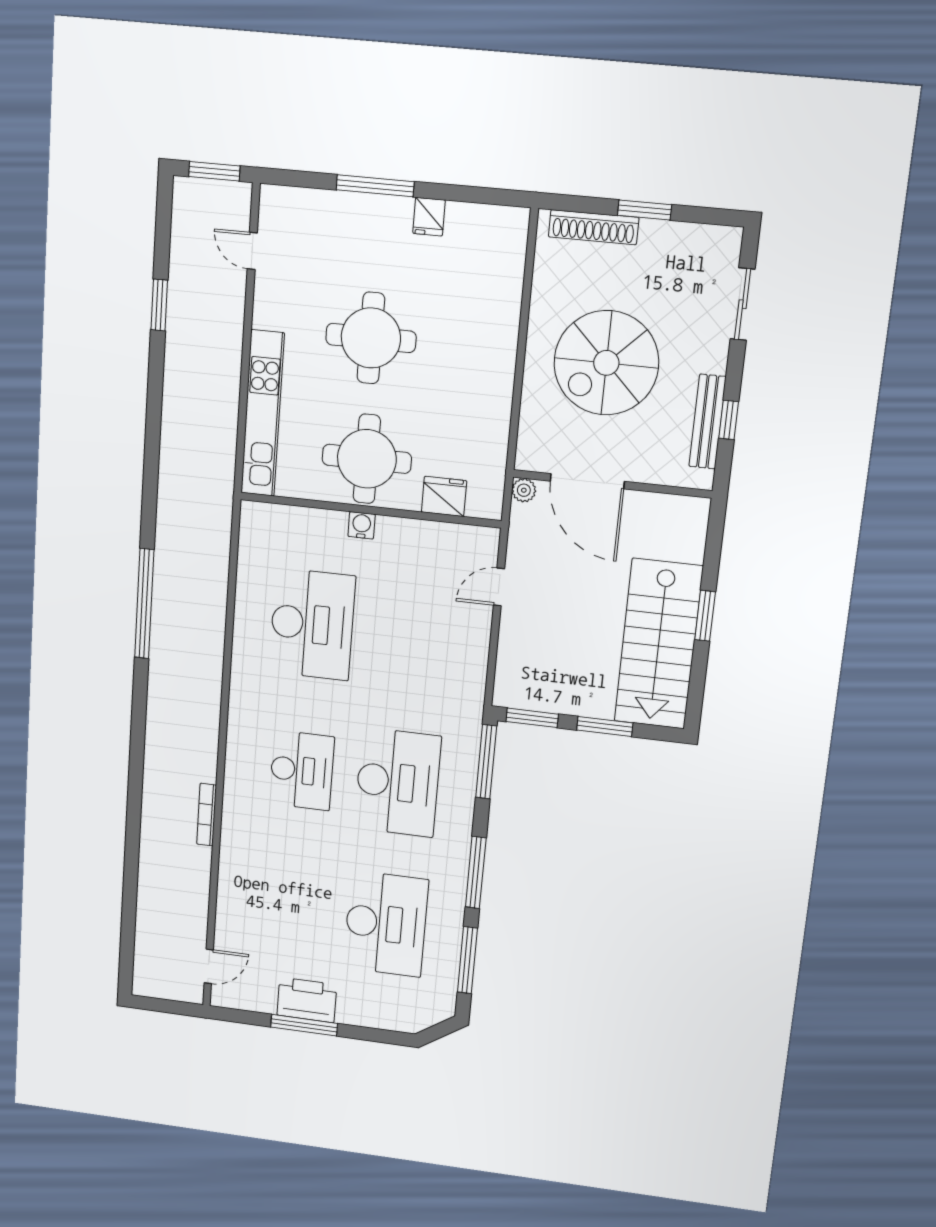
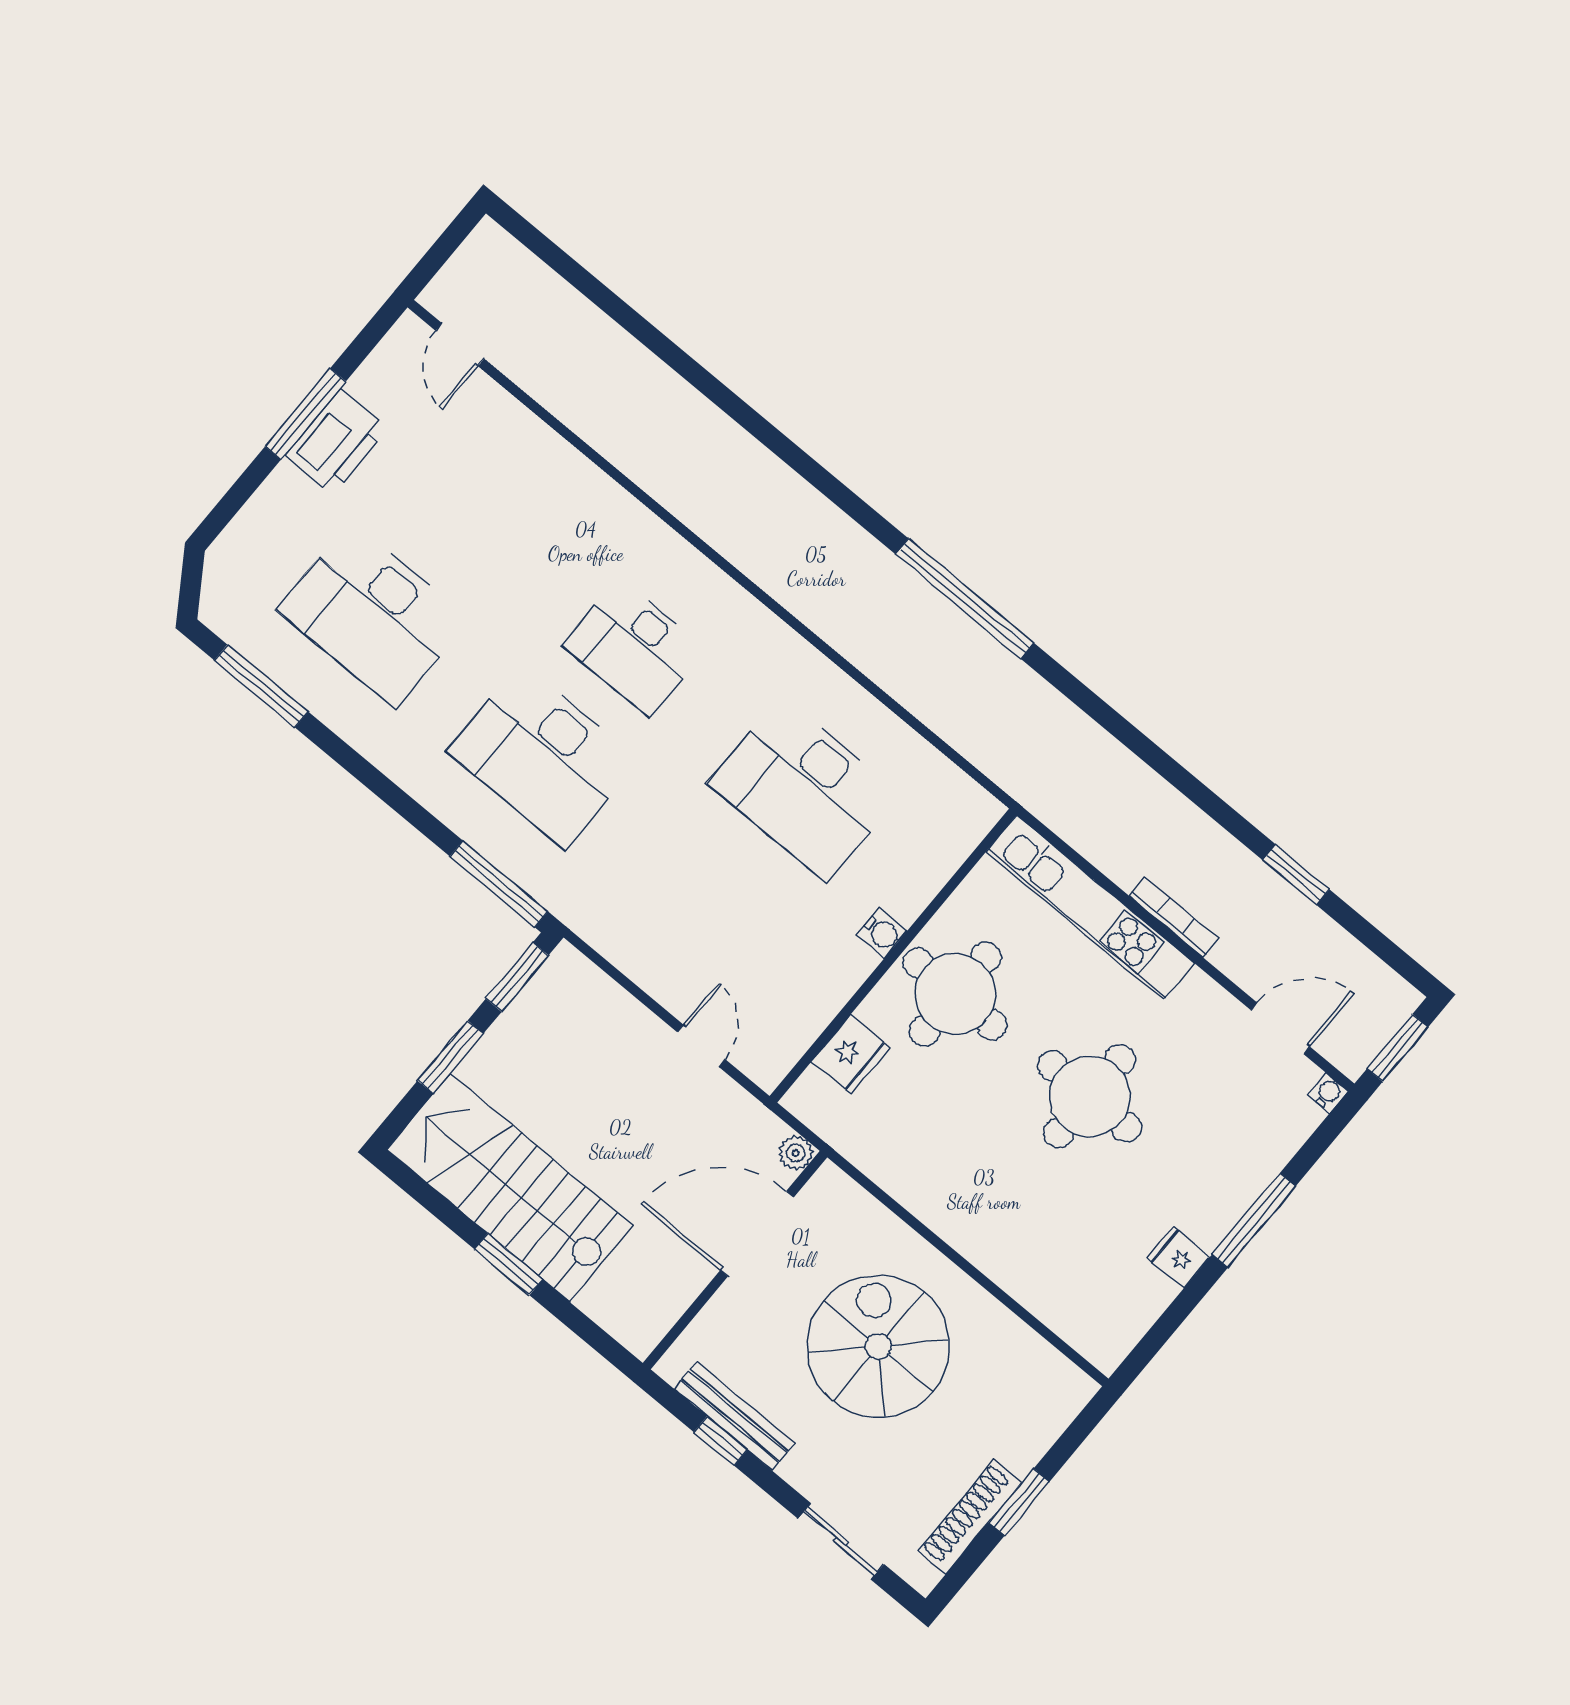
water cooler: (270, 195) -> (1328, 1093), added
shoe rack: (594, 227) -> (970, 1517), moved
door: (252, 251) -> (1280, 1028), width x1.38
bookcase: (207, 815) -> (1174, 917), moved
window: (476, 872) -> (368, 775), removed

